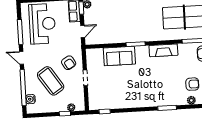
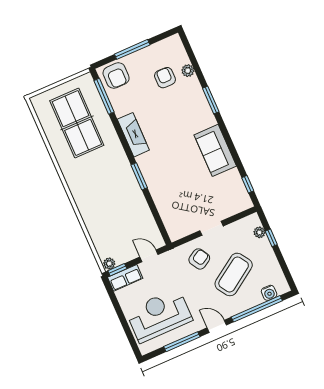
sofa: (119, 56) -> (215, 150), moved, turned 180
door: (22, 58) -> (217, 326), swing flipped

